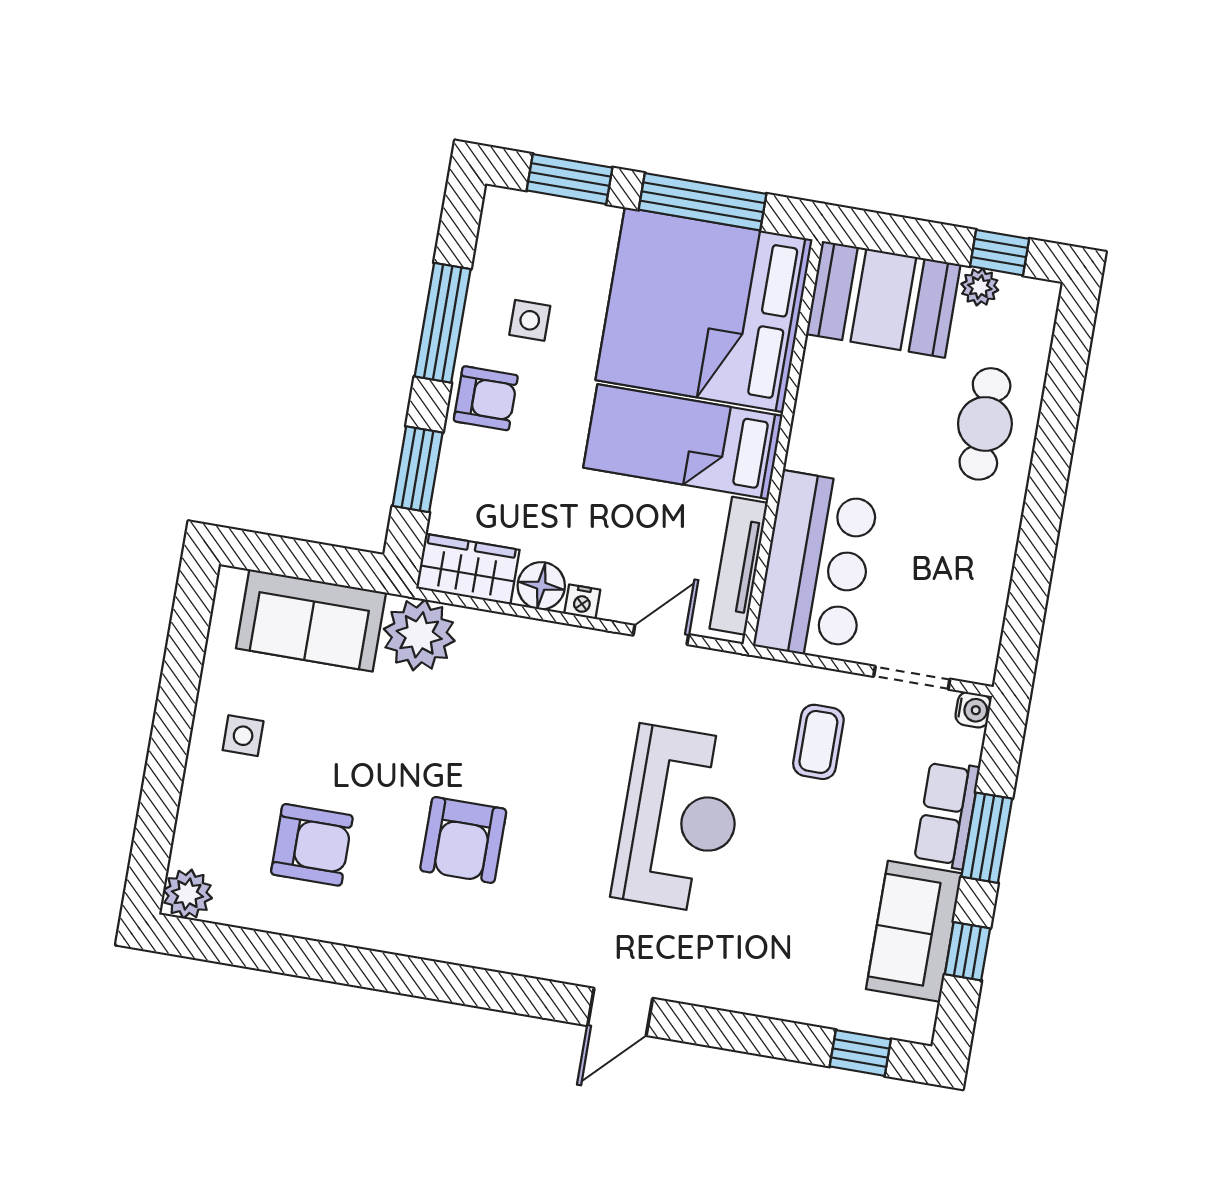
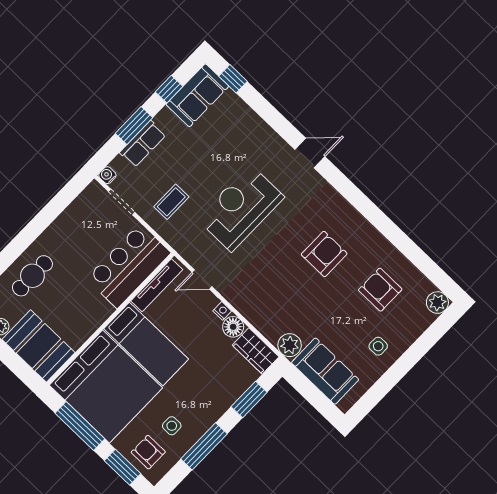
armchair: (486, 398) -> (148, 452), moved
plant: (419, 635) -> (290, 345), width x0.73, depth x0.73
sofa: (914, 931) -> (197, 95), moved

